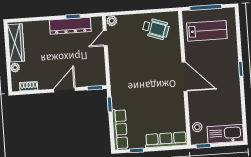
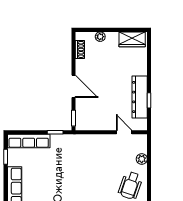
plant: (112, 21) -> (142, 159), moved
wardrobe: (16, 43) -> (132, 39), width x0.67

